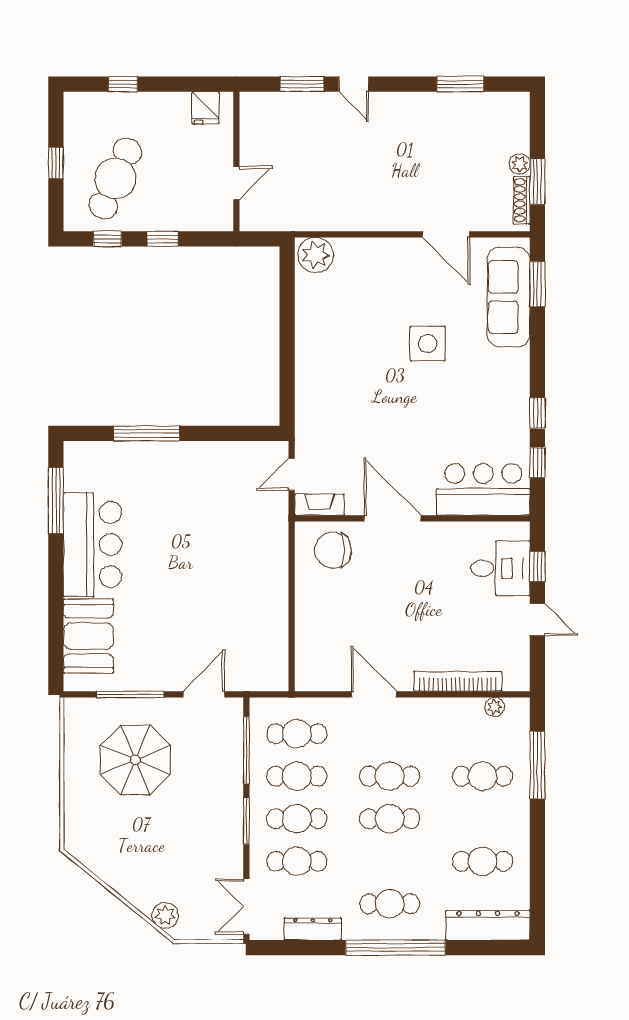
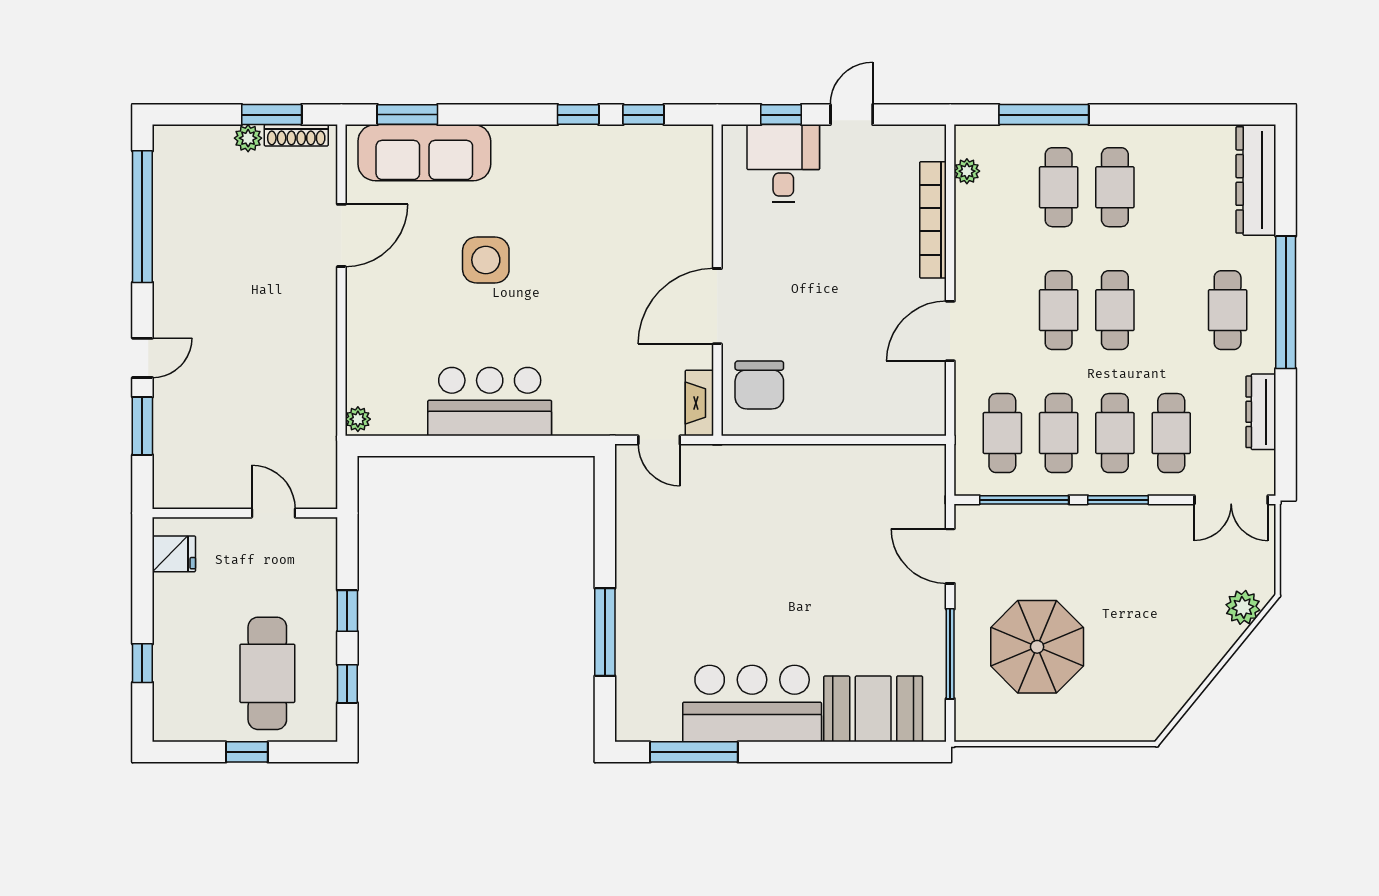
window: (460, 84) -> (142, 217), width x2.11
cafe table: (115, 178) -> (267, 673), turned 66
plant: (316, 255) -> (358, 419), width x0.53, depth x0.53
bar counter: (483, 489) -> (490, 402), moved, turned 90
cafe table: (482, 861) -> (1115, 187), moved

